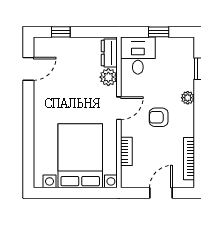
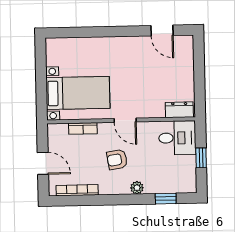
window: (61, 32) -> (199, 62), removed
plant: (108, 77) -> (156, 109), removed
armchair: (159, 117) -> (117, 160), turned -99
bed with nightstands: (80, 156) -> (78, 93), width x0.73

